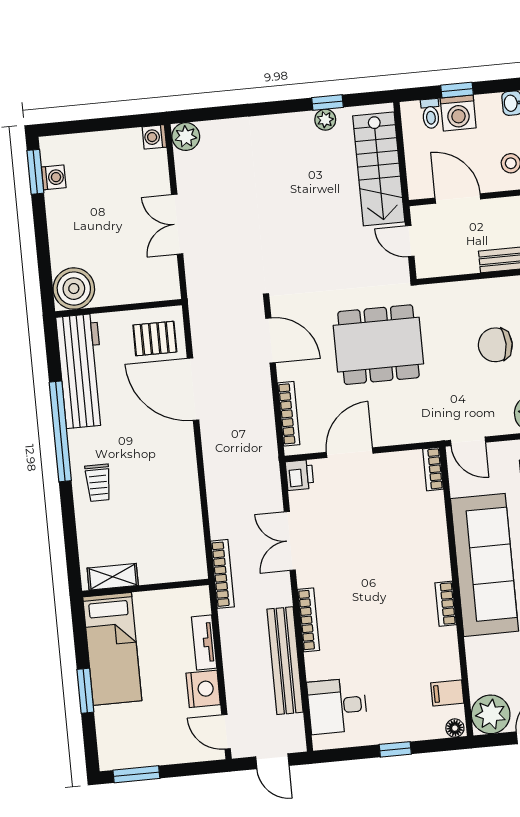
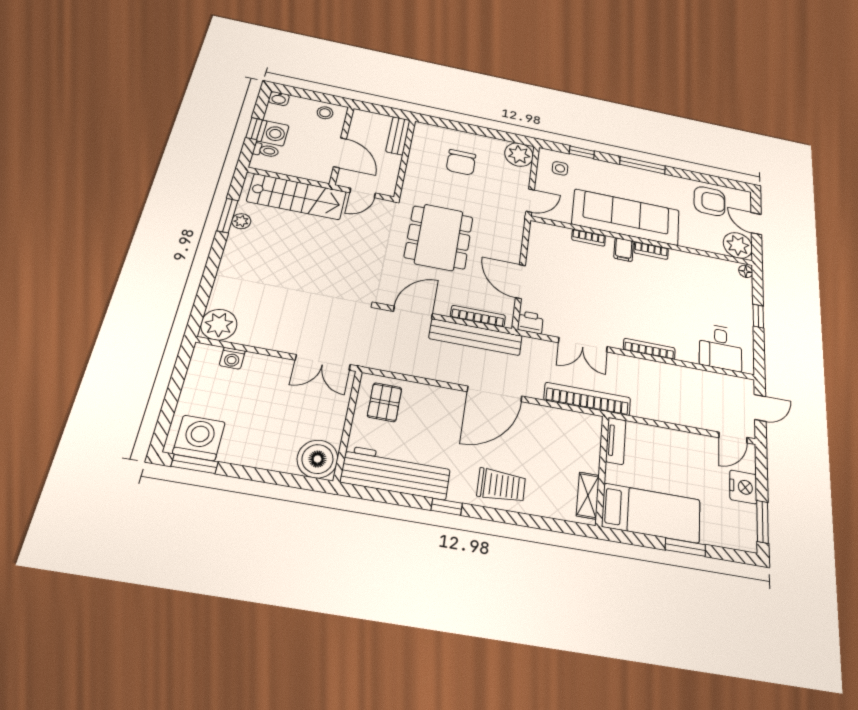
window: (328, 102) -> (228, 216), width x1.50
washing machine: (154, 137) -> (232, 358), moved
plant: (186, 137) -> (219, 325), width x1.36, depth x1.36
washing machine: (54, 177) -> (199, 438), width x1.89, depth x1.89
door: (458, 198) -> (340, 153), swing flipped
double door: (177, 224) -> (323, 362), moved
door: (193, 389) -> (495, 394), moved
window: (60, 431) -> (447, 507), width x0.32
bookcase: (433, 469) -> (589, 238), moved
trolley: (98, 483) -> (501, 486), width x1.36, depth x1.39
bookcase: (223, 574) -> (587, 399), width x1.48, depth x1.31
tv unit: (204, 642) -> (616, 441), moved, turned -90
bench: (285, 661) -> (476, 337), moved
nightstand: (203, 689) -> (743, 487), moved, turned 90
filing cabinet: (447, 693) -> (624, 250), moved

